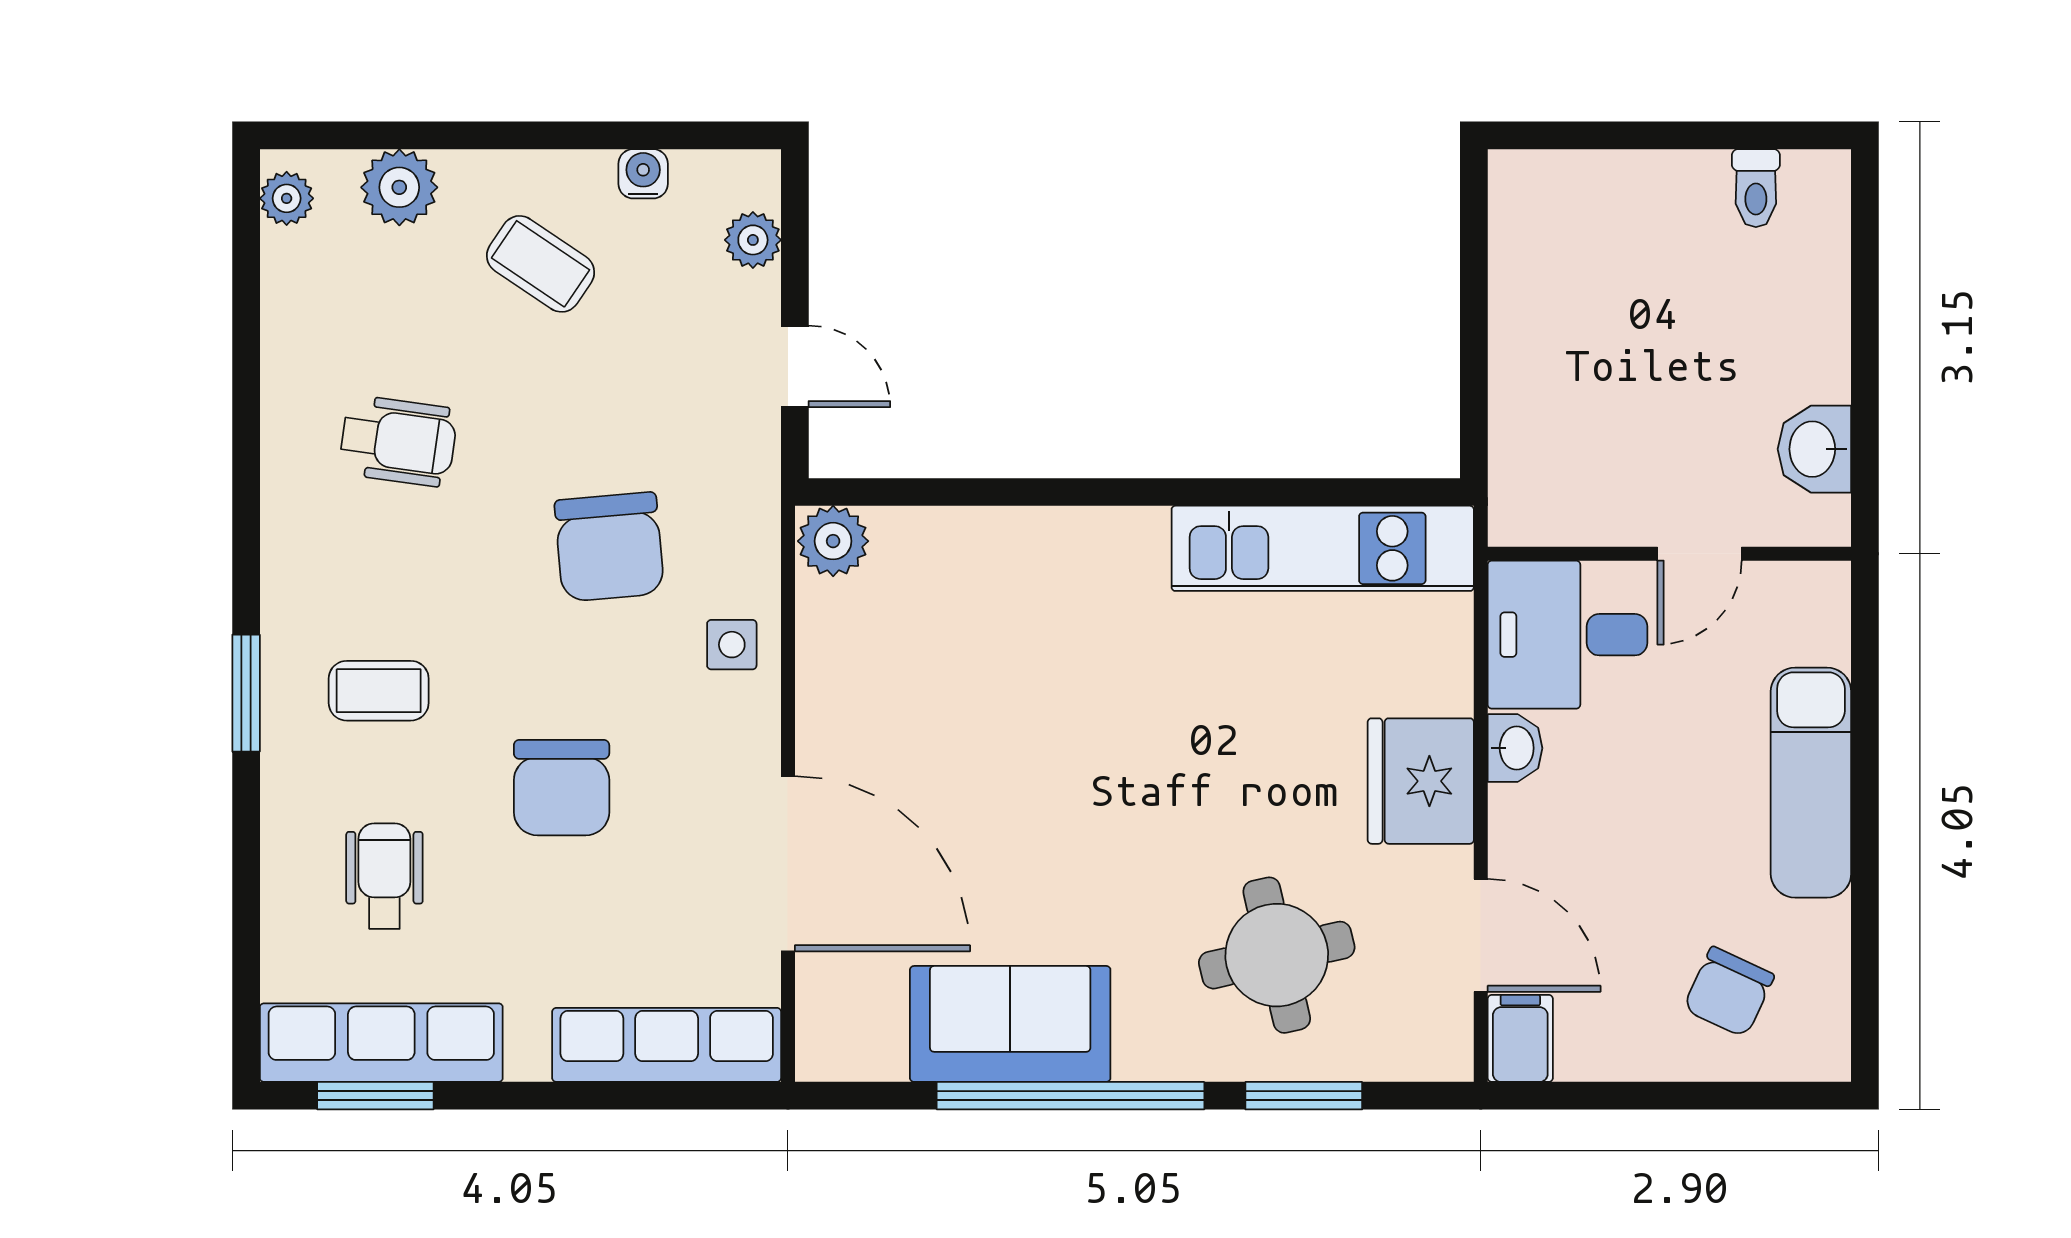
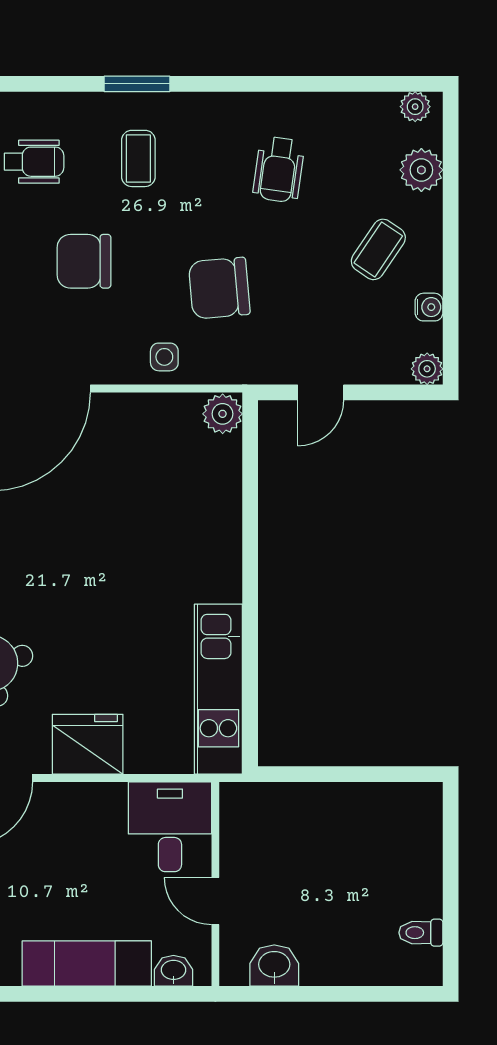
plant: (753, 240) -> (427, 369), moved
washbasin: (1515, 748) -> (173, 971), moved, turned 180

